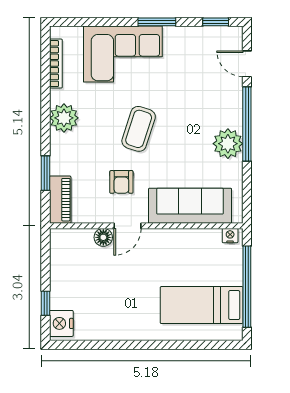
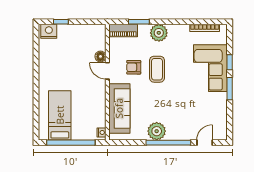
window: (216, 22) -> (230, 62), moved
plant: (64, 118) -> (159, 33), moved
coffee table: (139, 129) -> (157, 69), moved, turned 72

